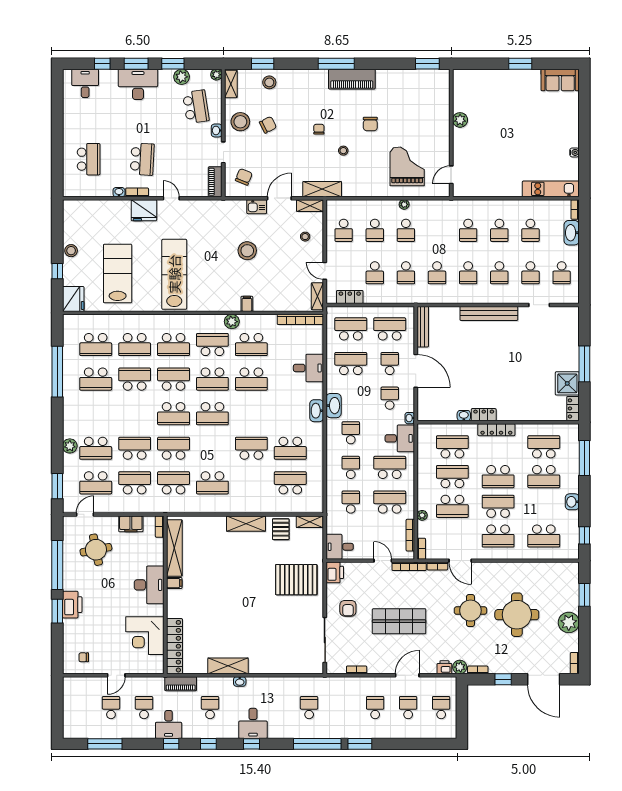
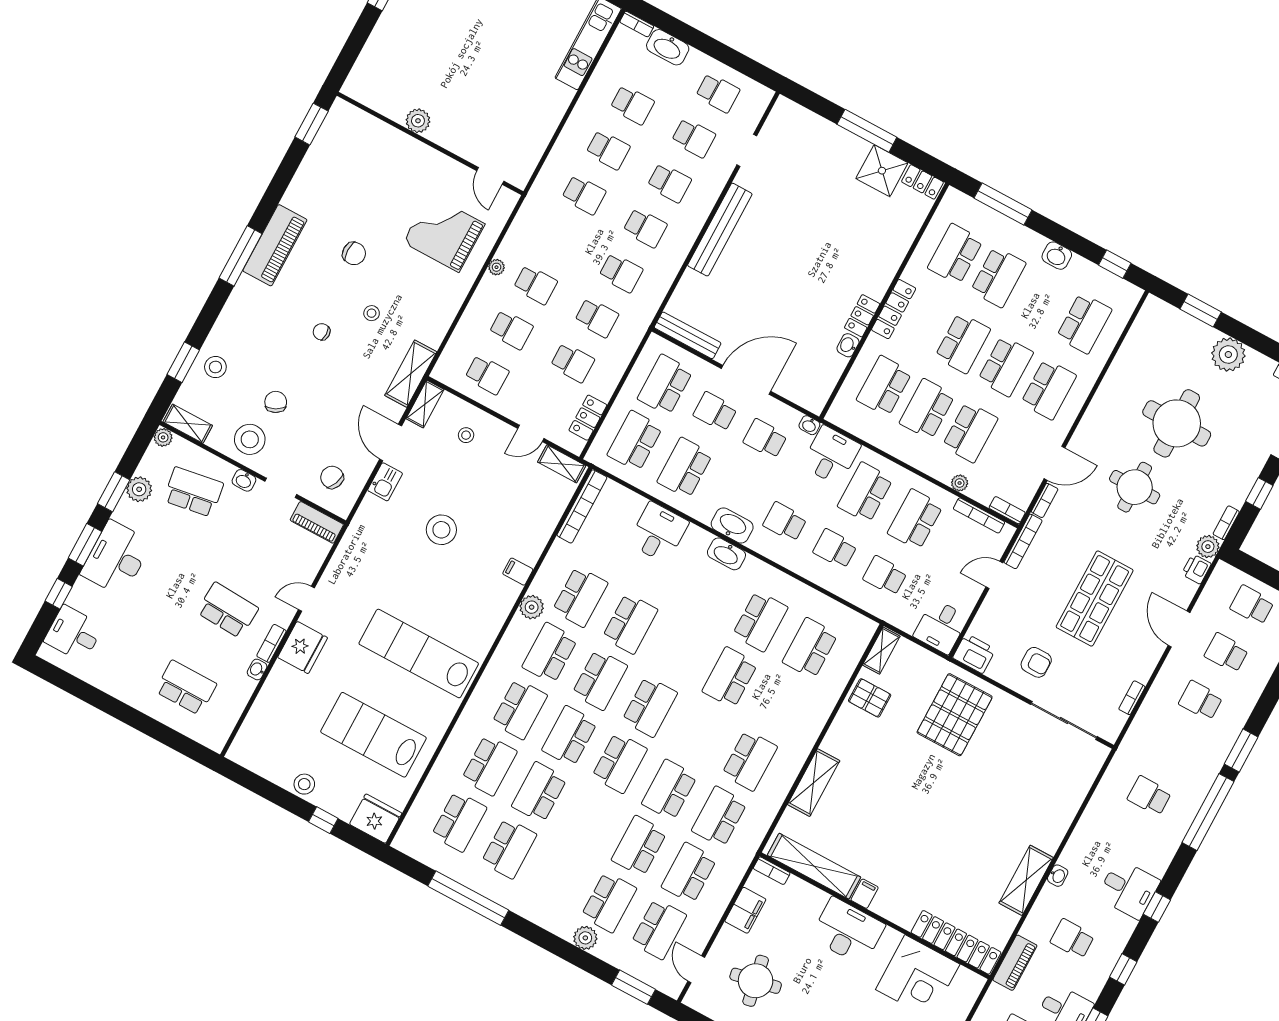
school desk: (498, 506) -> (1006, 366), turned 180
shelving: (246, 524) -> (814, 783), moved

